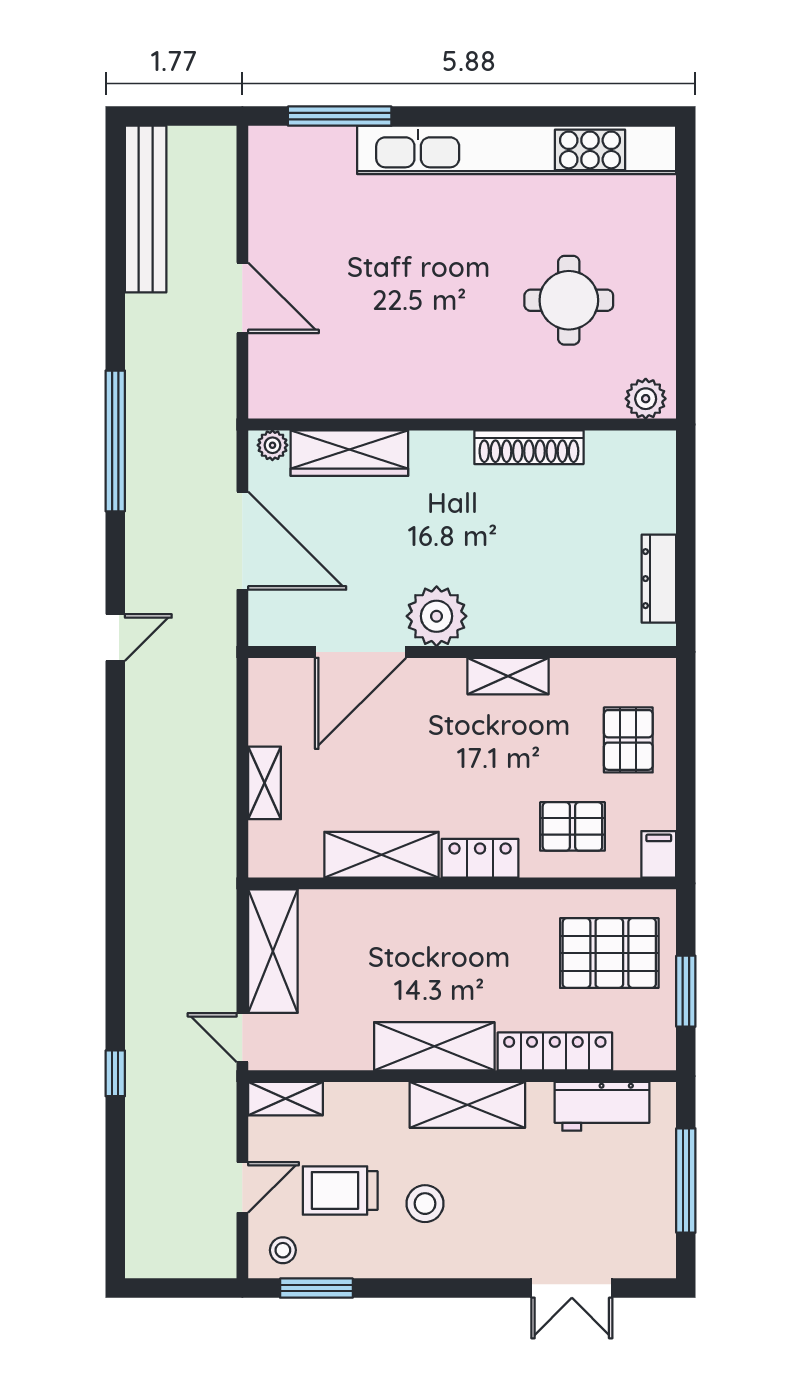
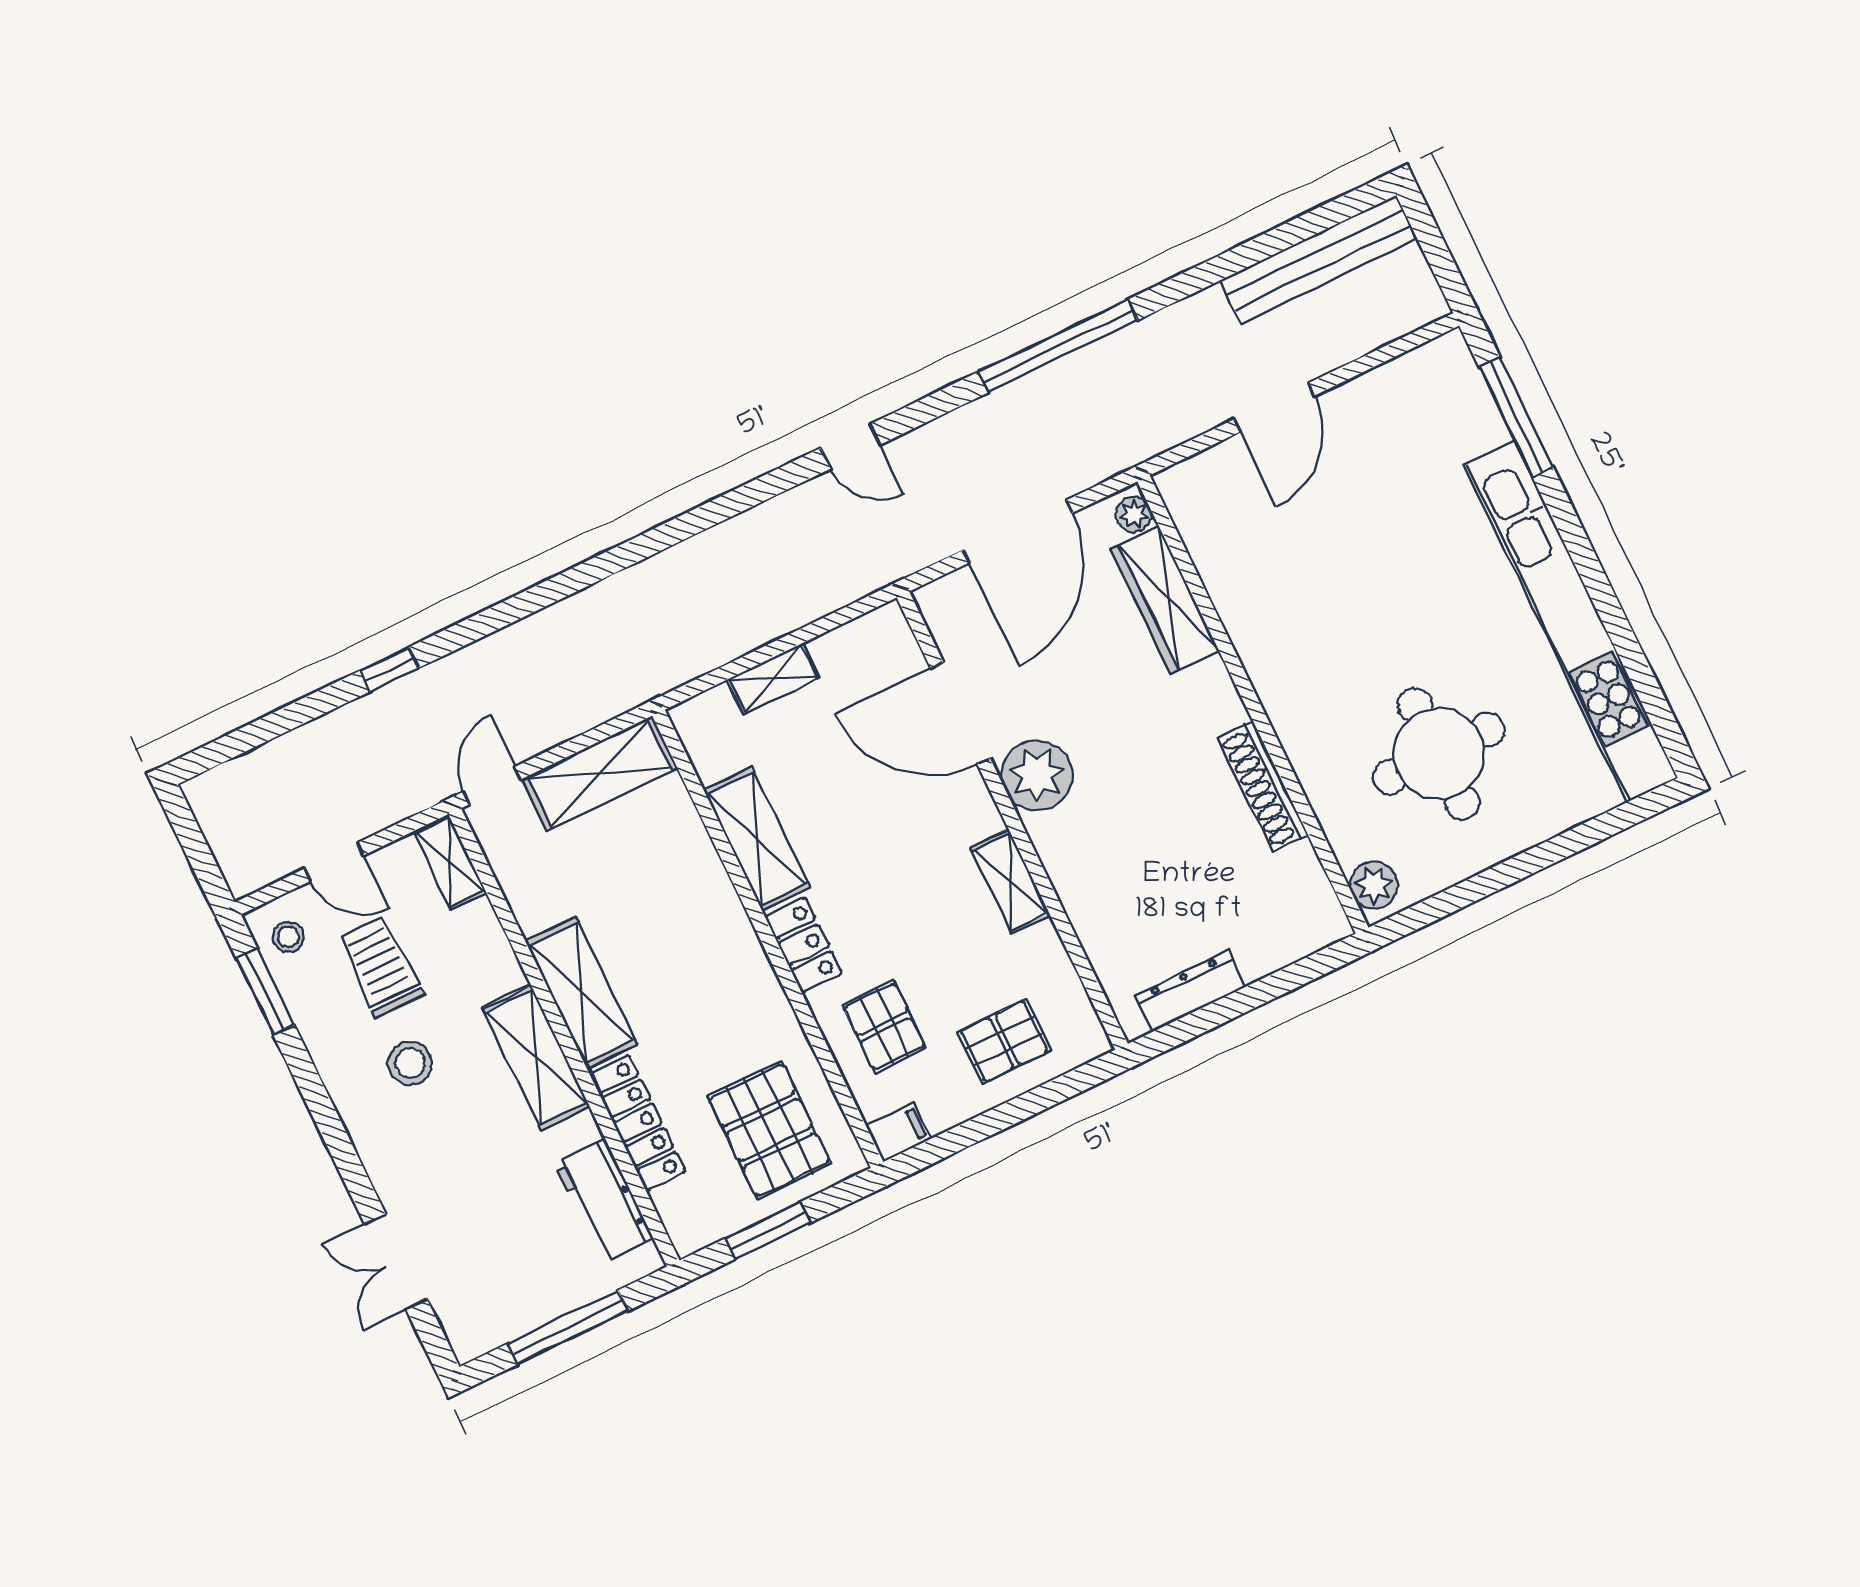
round table: (569, 300) -> (1439, 754), width x1.36, depth x1.36

